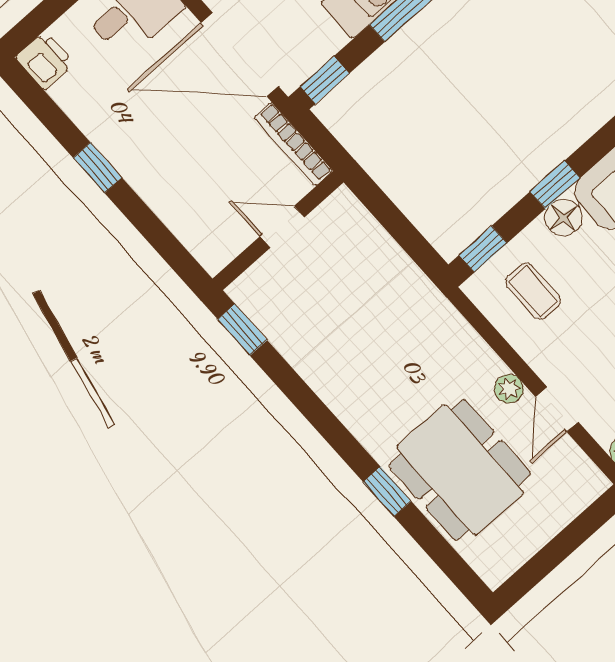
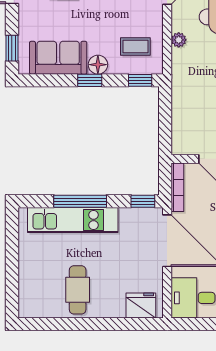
coffee table: (533, 291) -> (135, 47), turned 90
plant: (509, 389) -> (179, 40), moved

